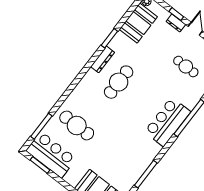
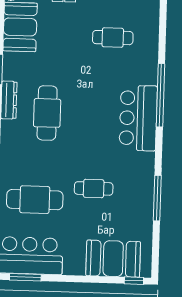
cafe table: (114, 143) -> (94, 188), added

